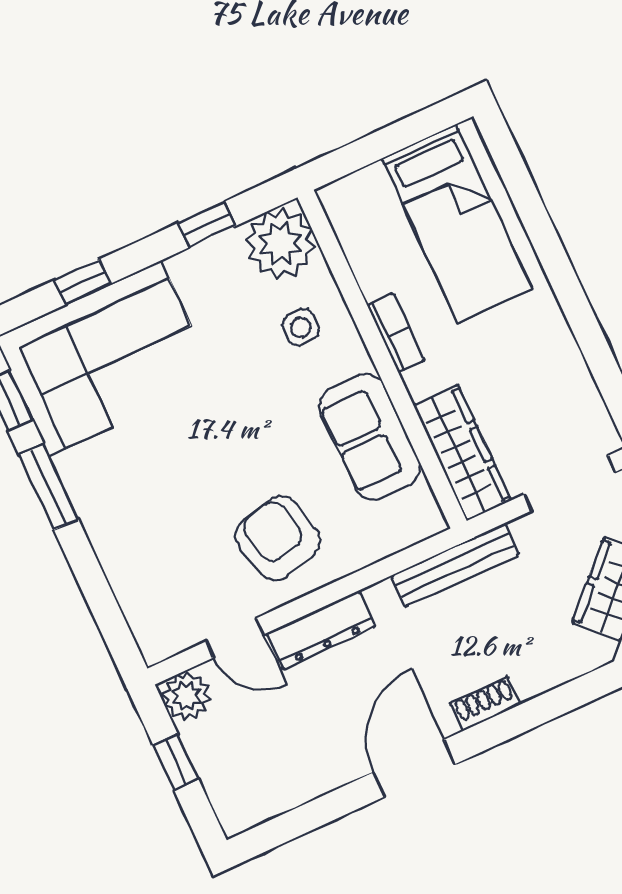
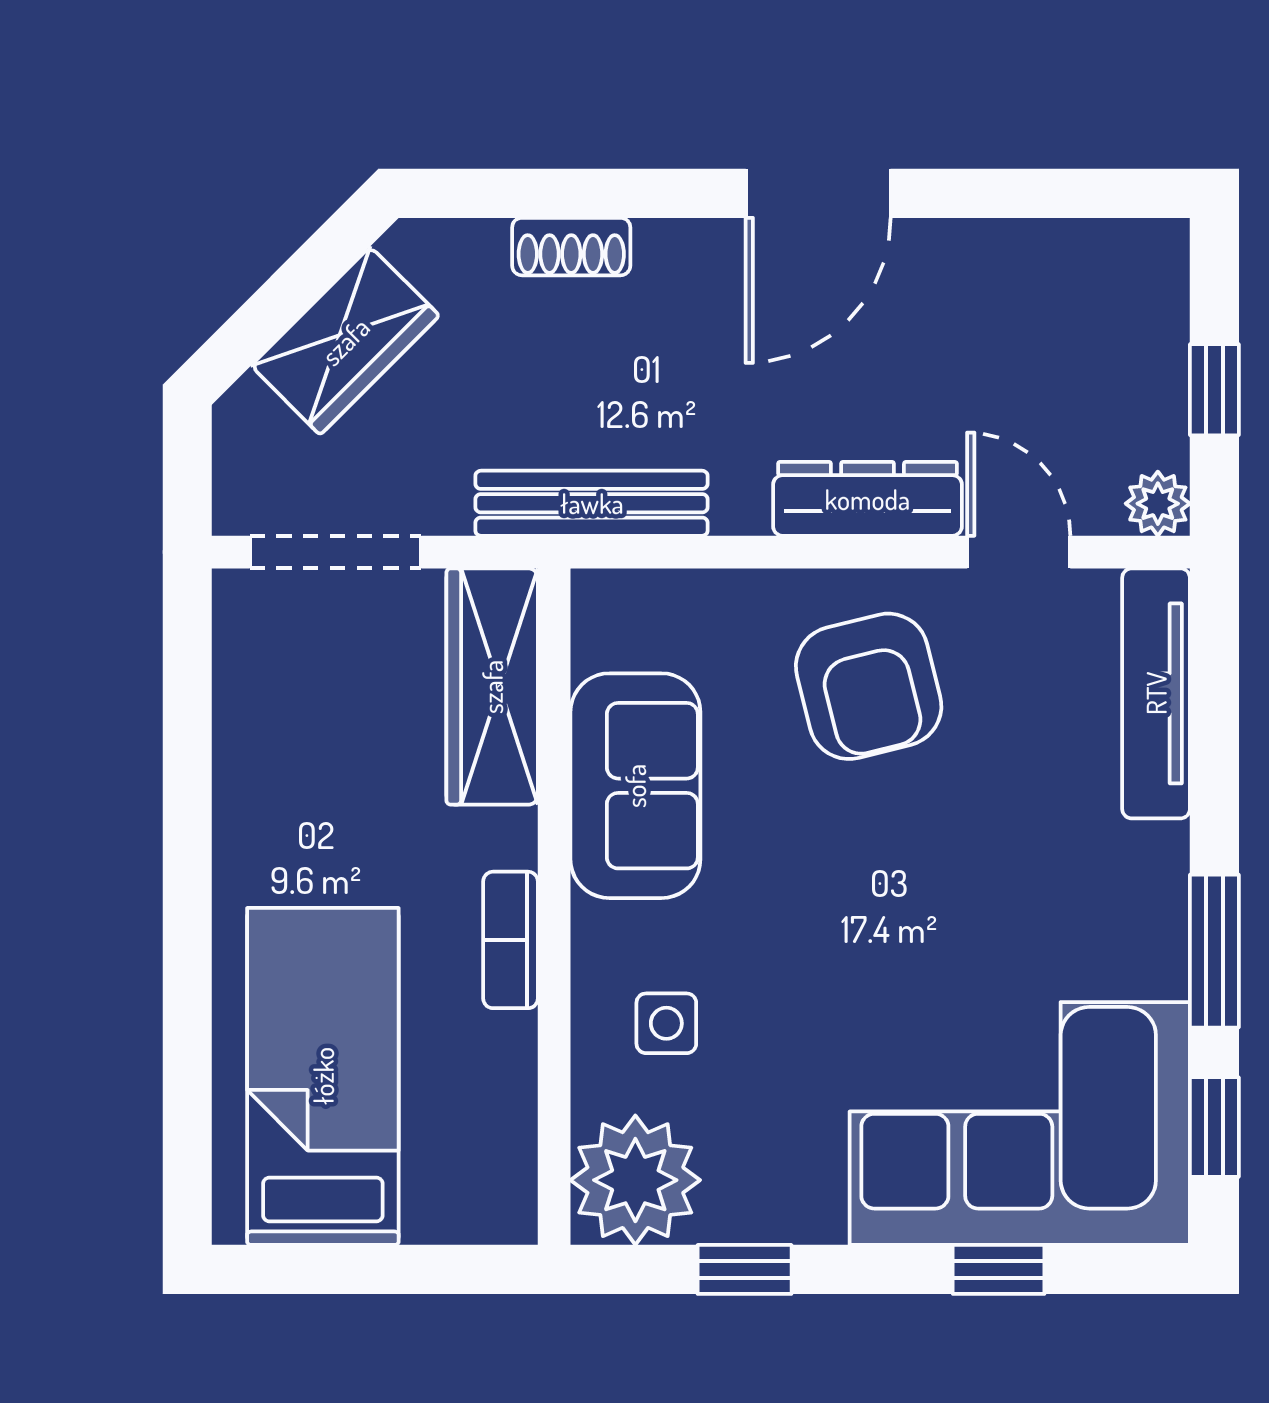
tv unit: (136, 600) -> (1156, 693), added
plant: (186, 696) -> (1158, 504), width x0.73, depth x0.73
shoe rack: (485, 704) -> (571, 247), moved

